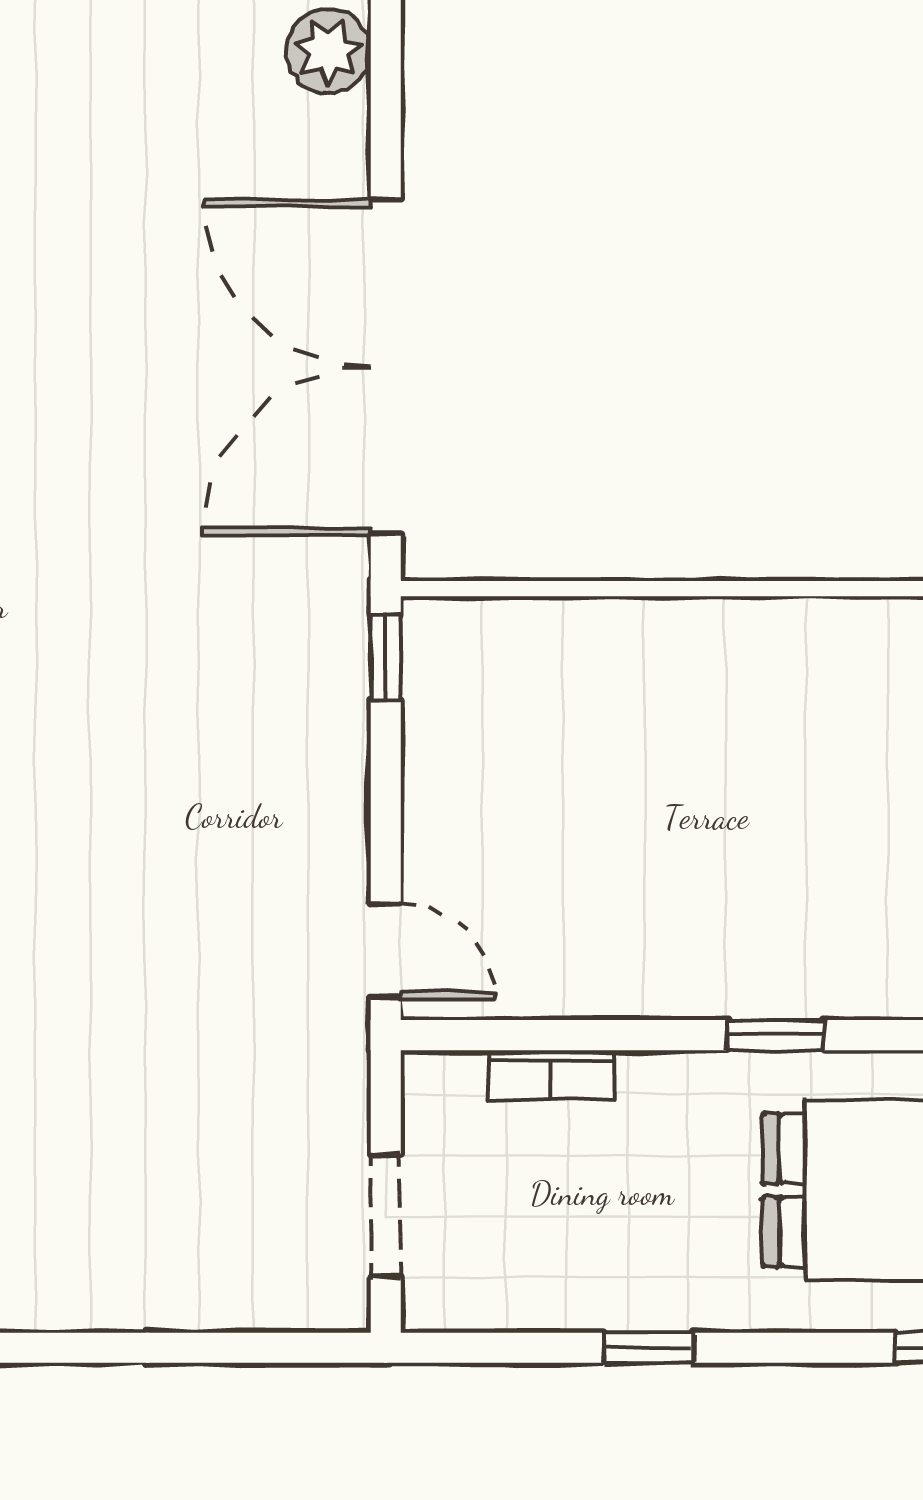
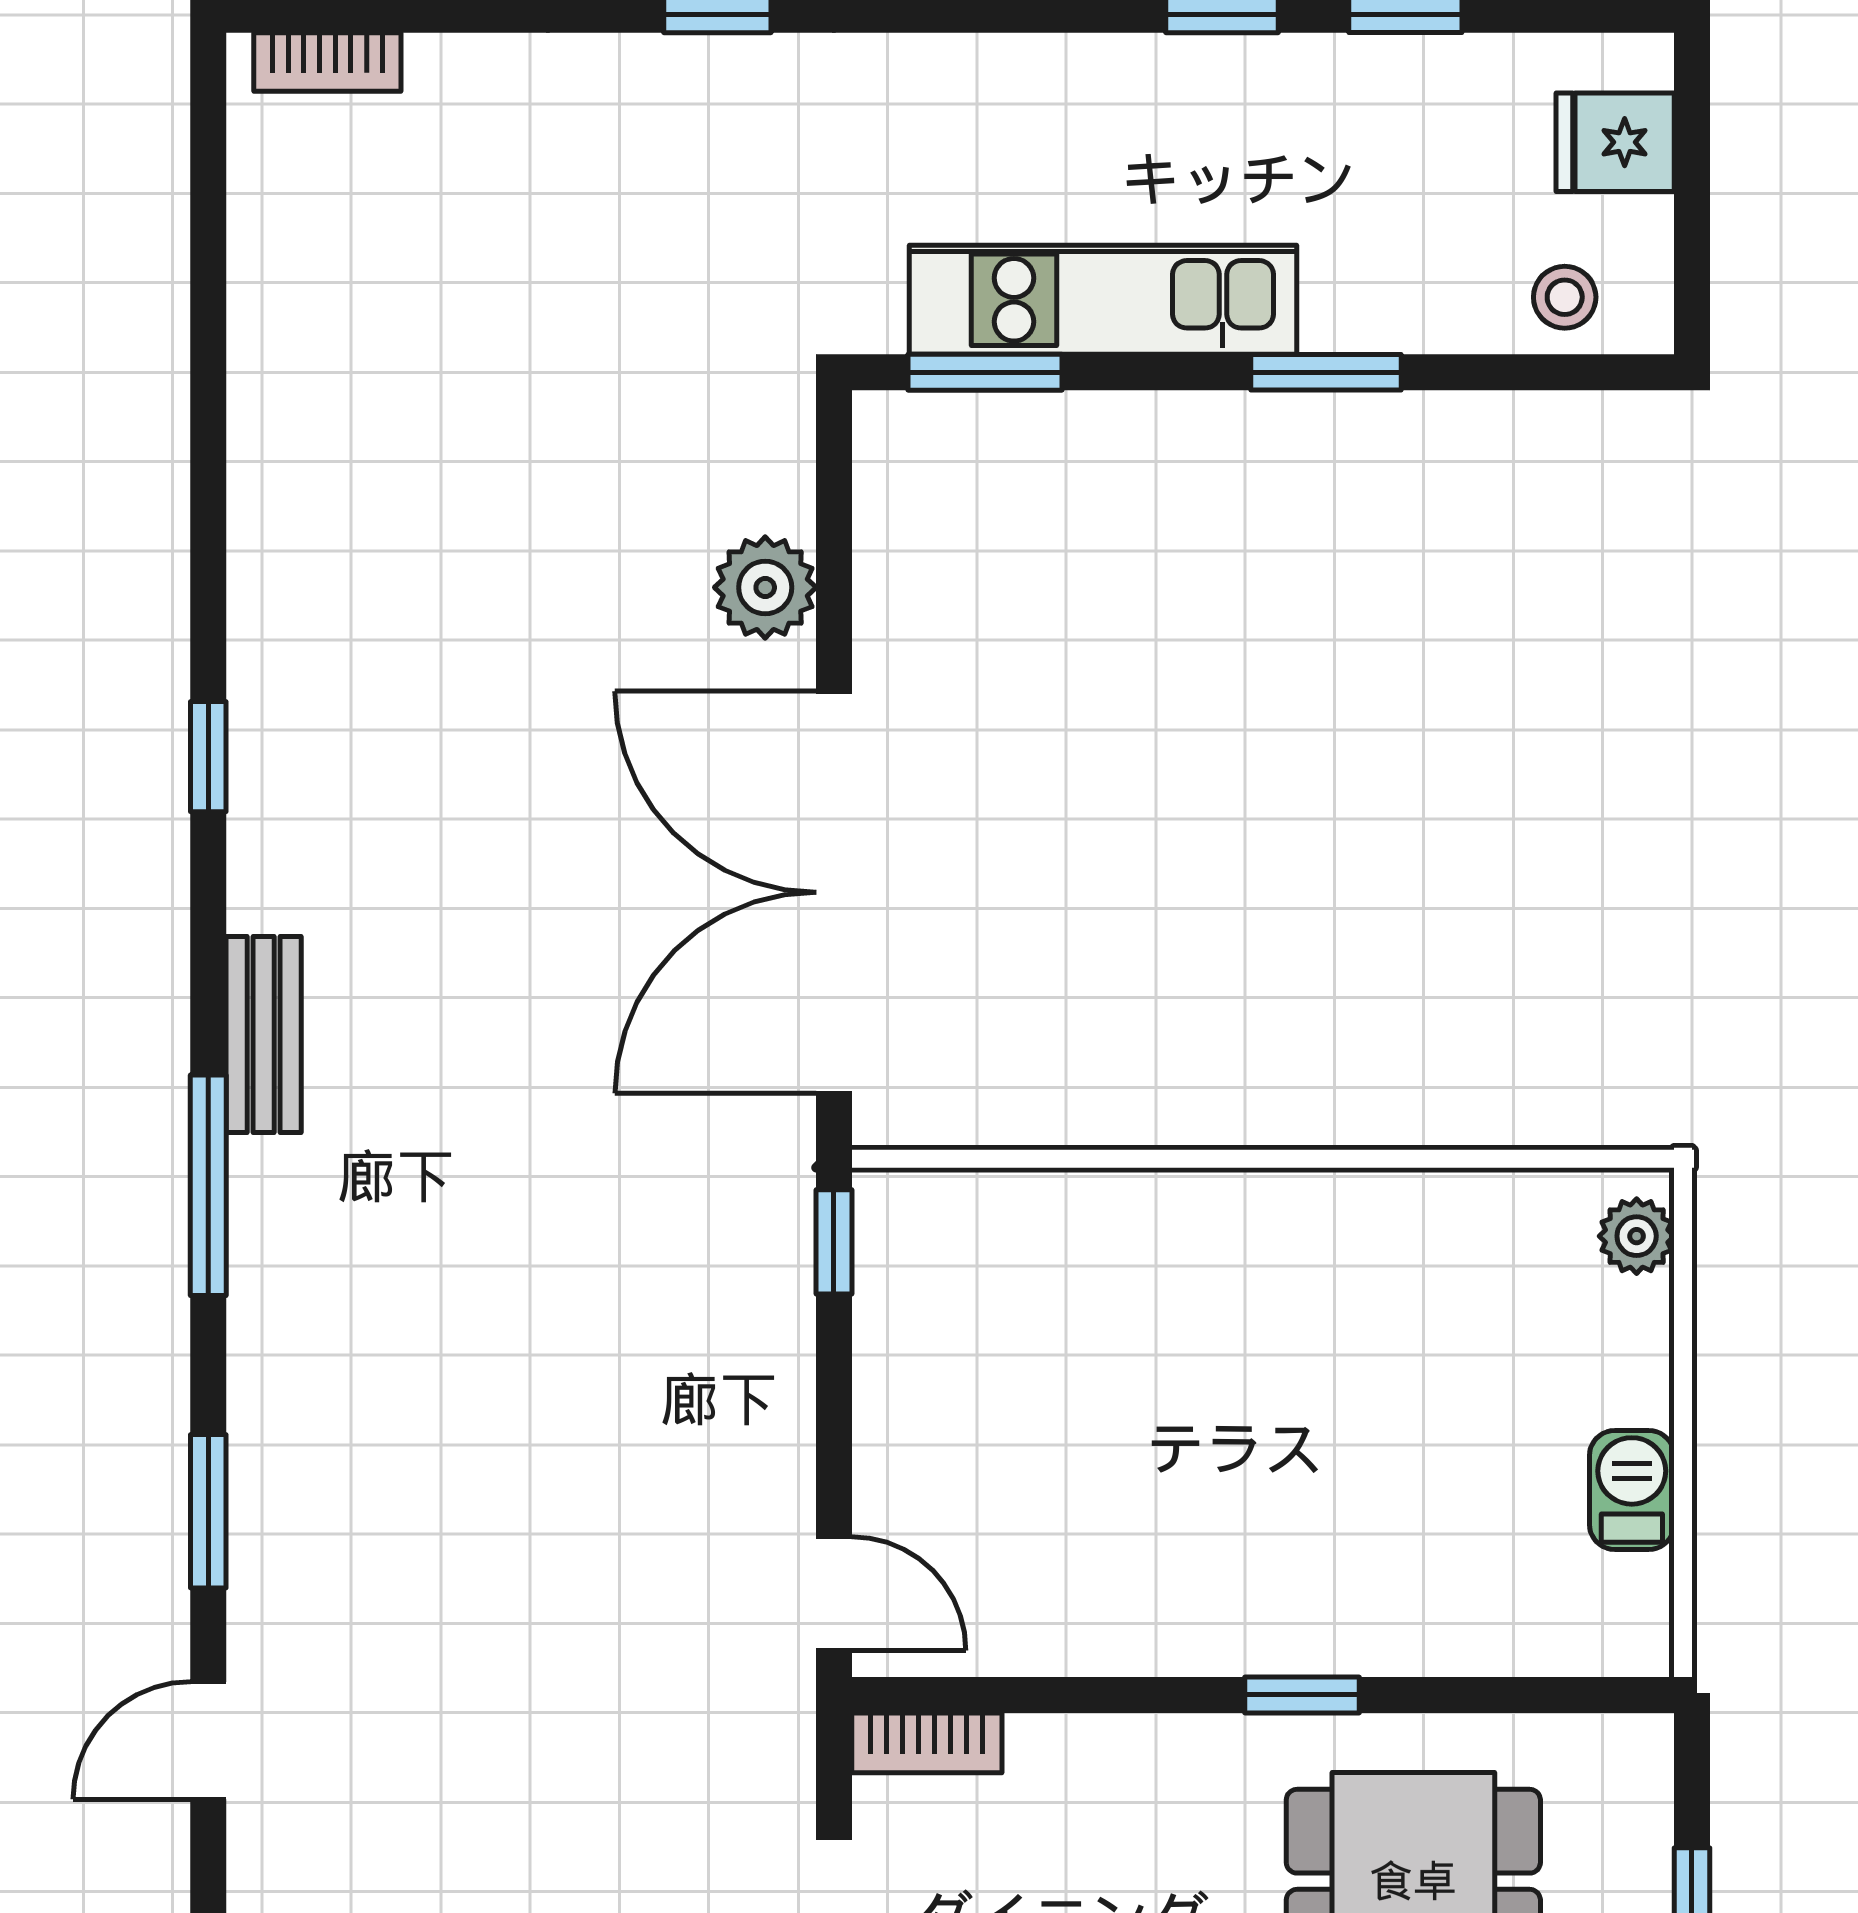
plant: (328, 51) -> (765, 587), moved
bookcase: (551, 1075) -> (927, 1743), moved

